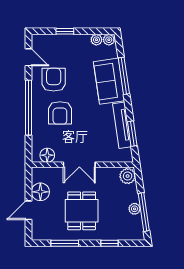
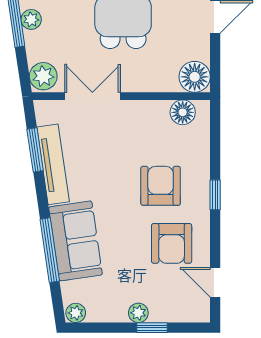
plant: (96, 40) -> (138, 313), moved
window: (28, 108) -> (215, 195), width x0.32
double door: (79, 165) -> (92, 96), moved
floor lamp: (40, 192) -> (195, 77), moved

